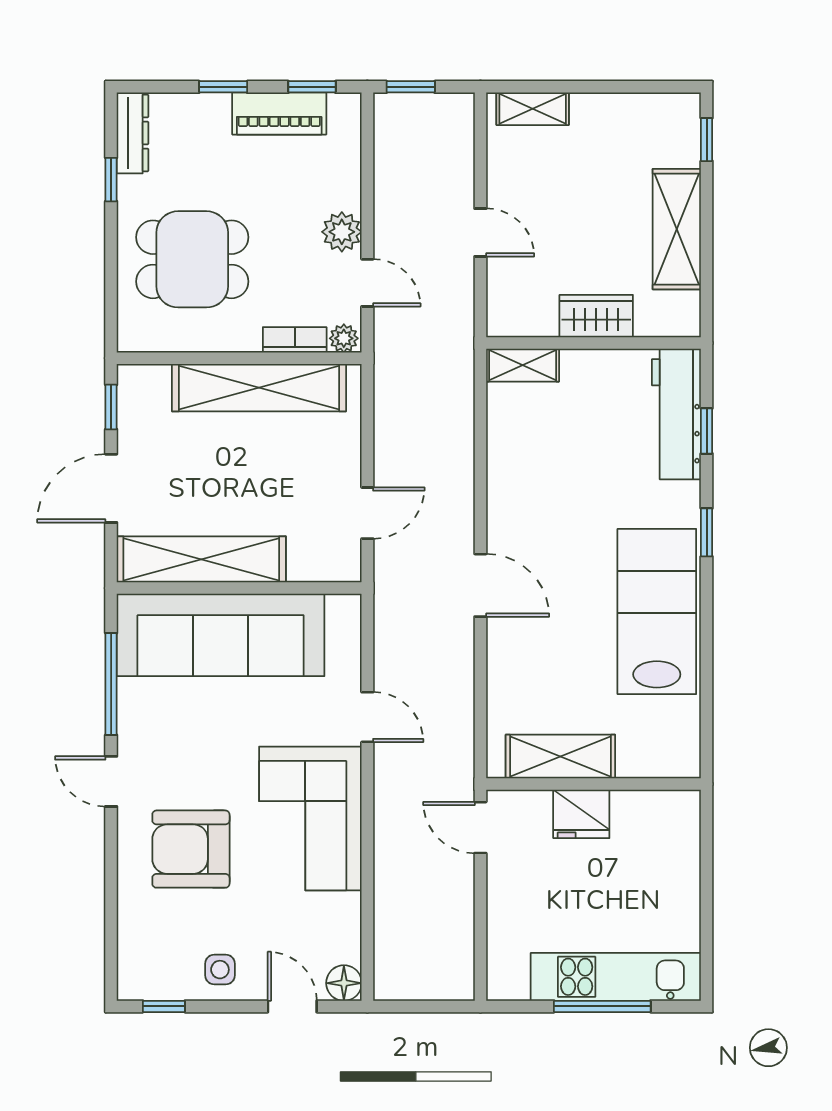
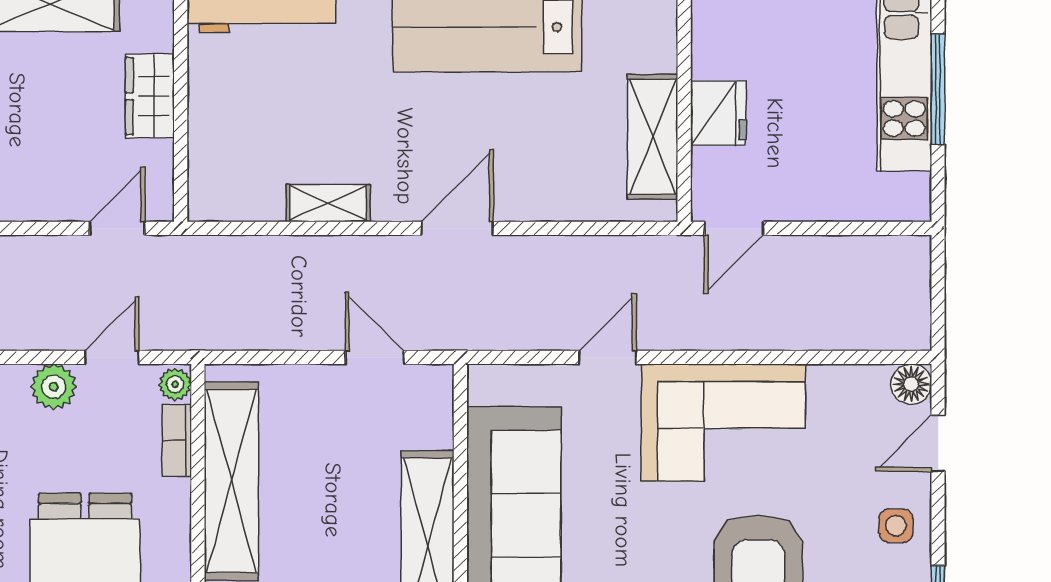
door: (480, 232) -> (117, 228), moved
shelving: (523, 365) -> (328, 203), moved, turned 90

